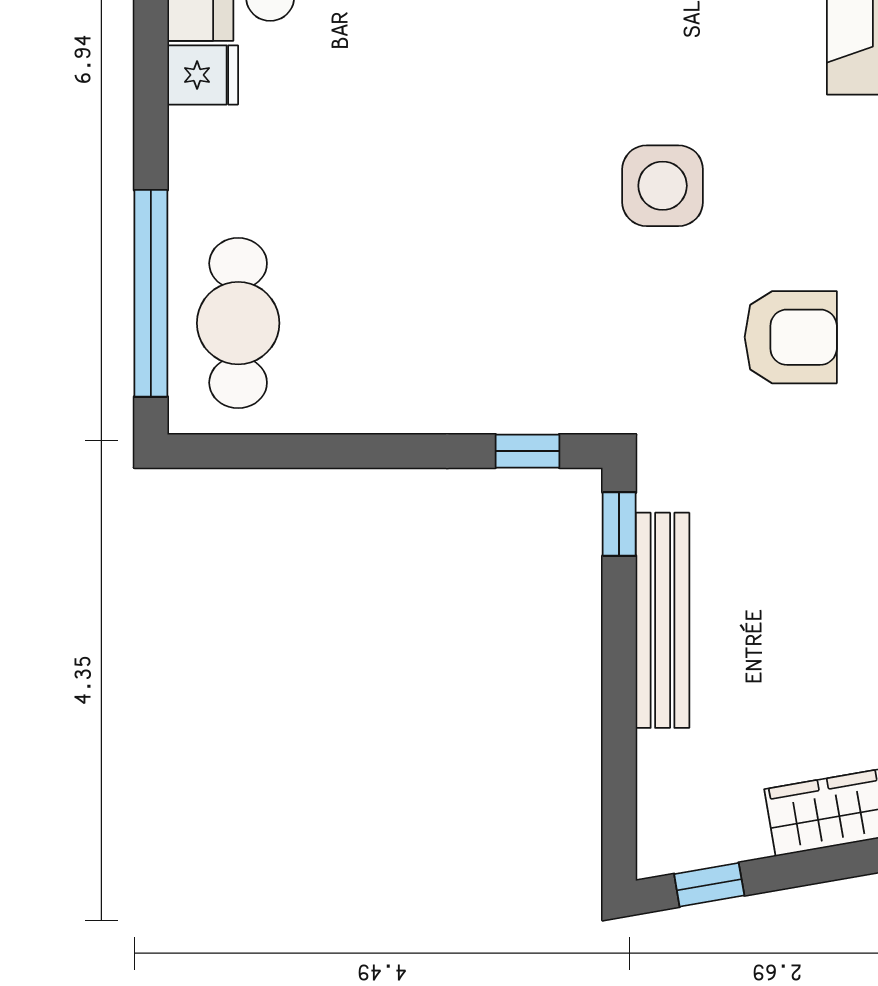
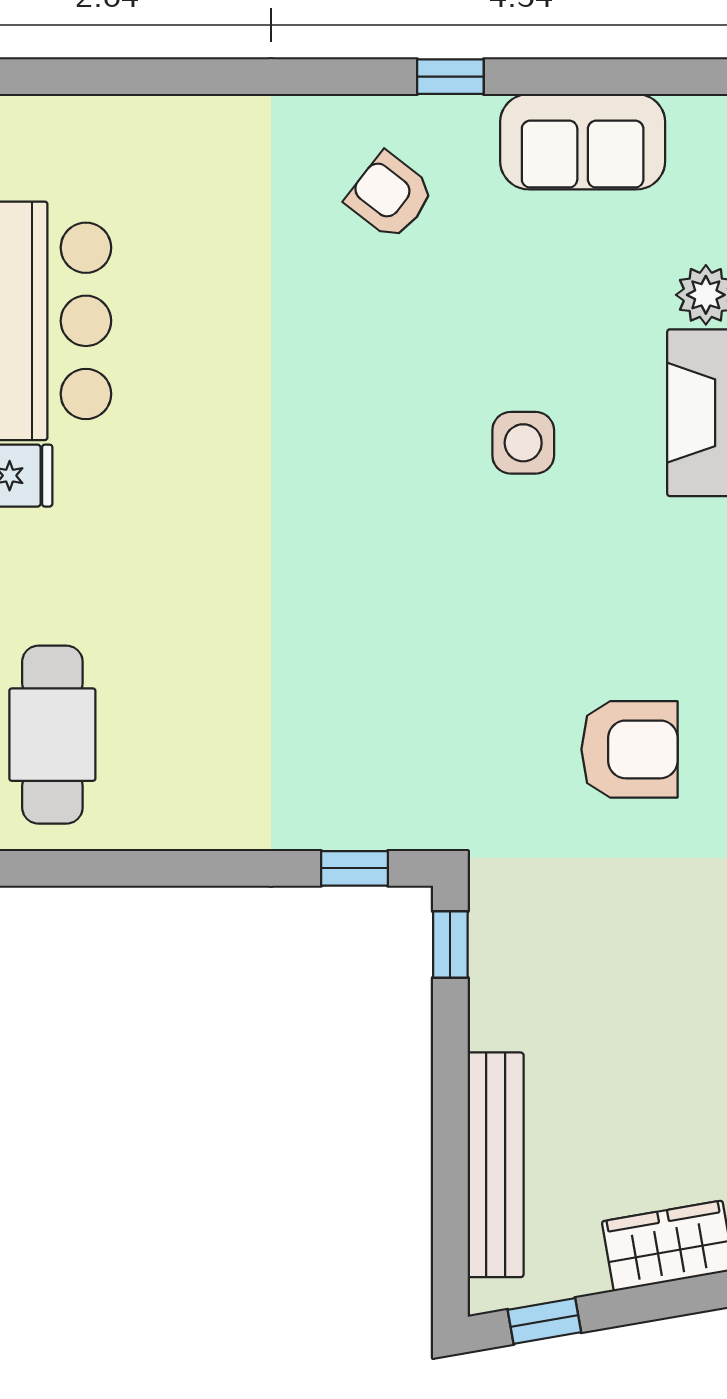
side table: (663, 186) -> (523, 443), moved, width x0.73, depth x0.73
bench: (663, 620) -> (496, 1165), moved

